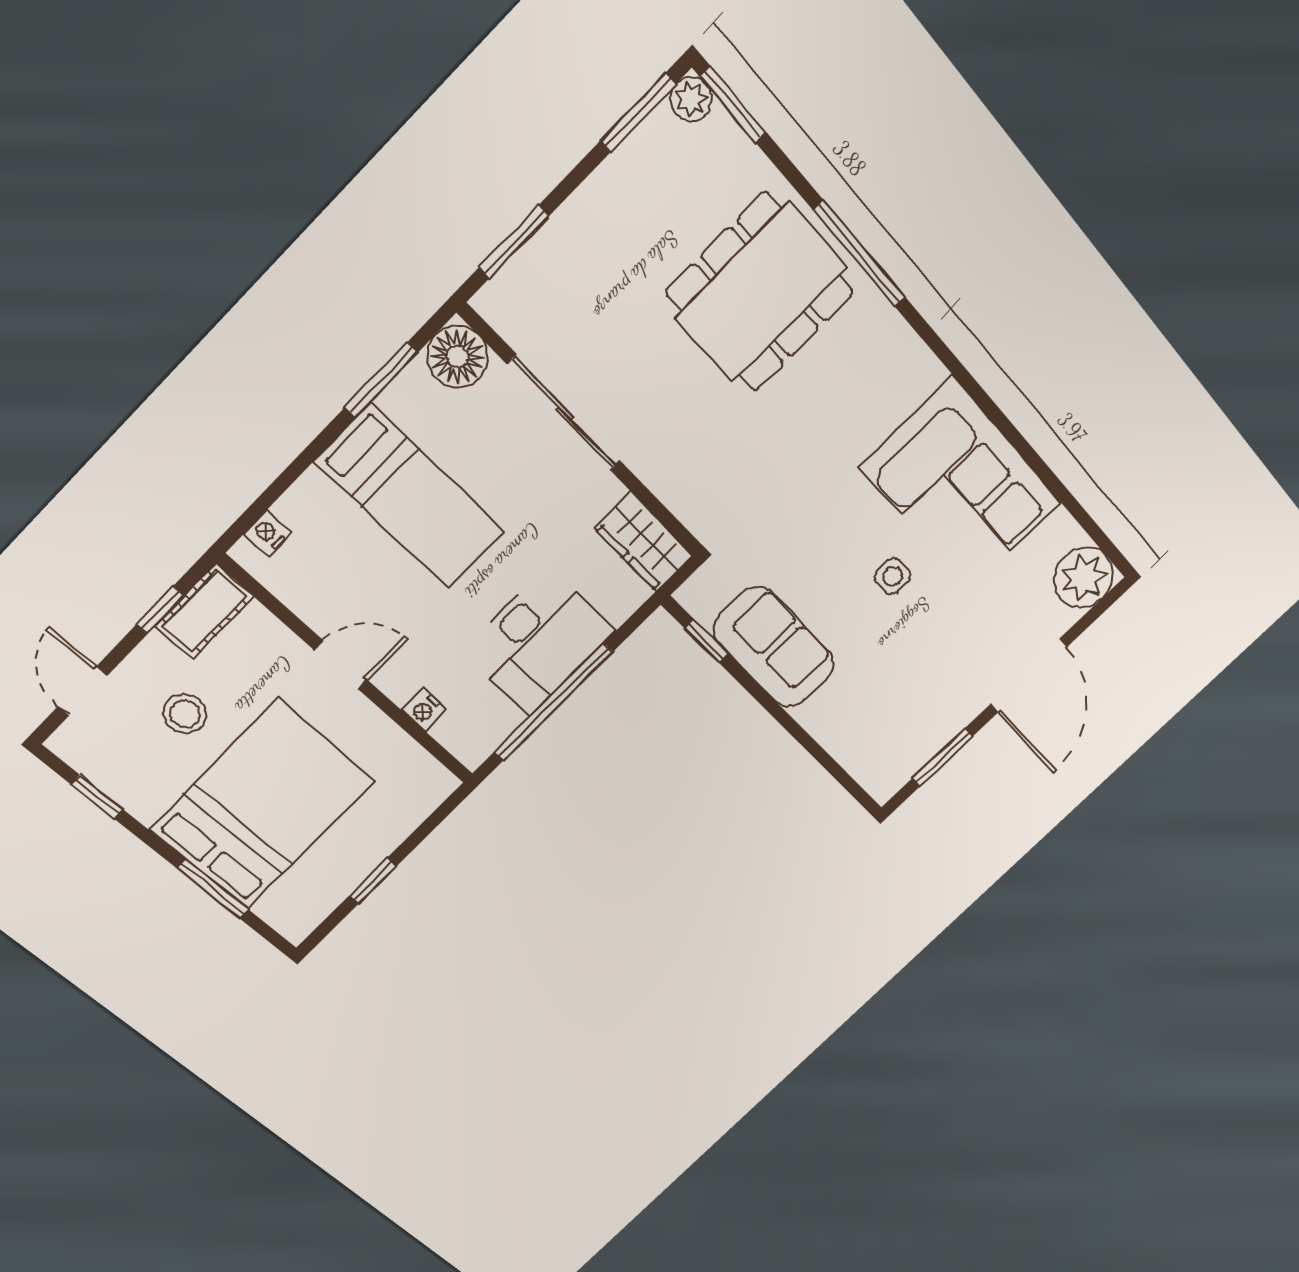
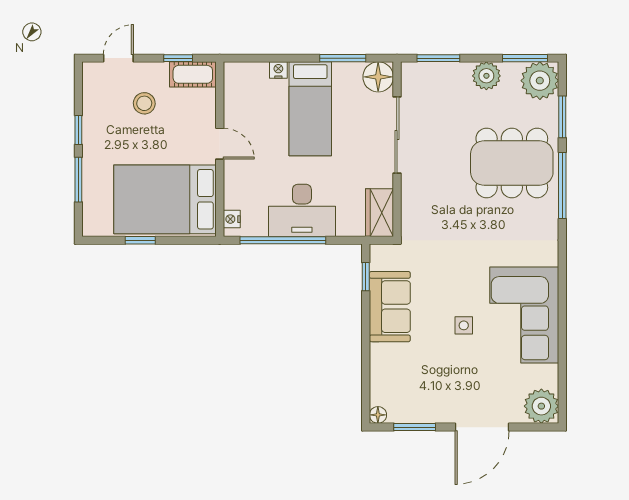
plant: (691, 99) -> (540, 81), width x1.87, depth x1.87
window: (733, 104) -> (562, 117), moved
plant: (607, 198) -> (486, 76), added
nightstand: (268, 533) -> (278, 70), moved
nightstand: (424, 710) -> (232, 219), moved
floor lamp: (883, 788) -> (378, 415), added
window: (97, 797) -> (78, 130), moved
bed: (263, 805) -> (165, 199), moved, turned 180

